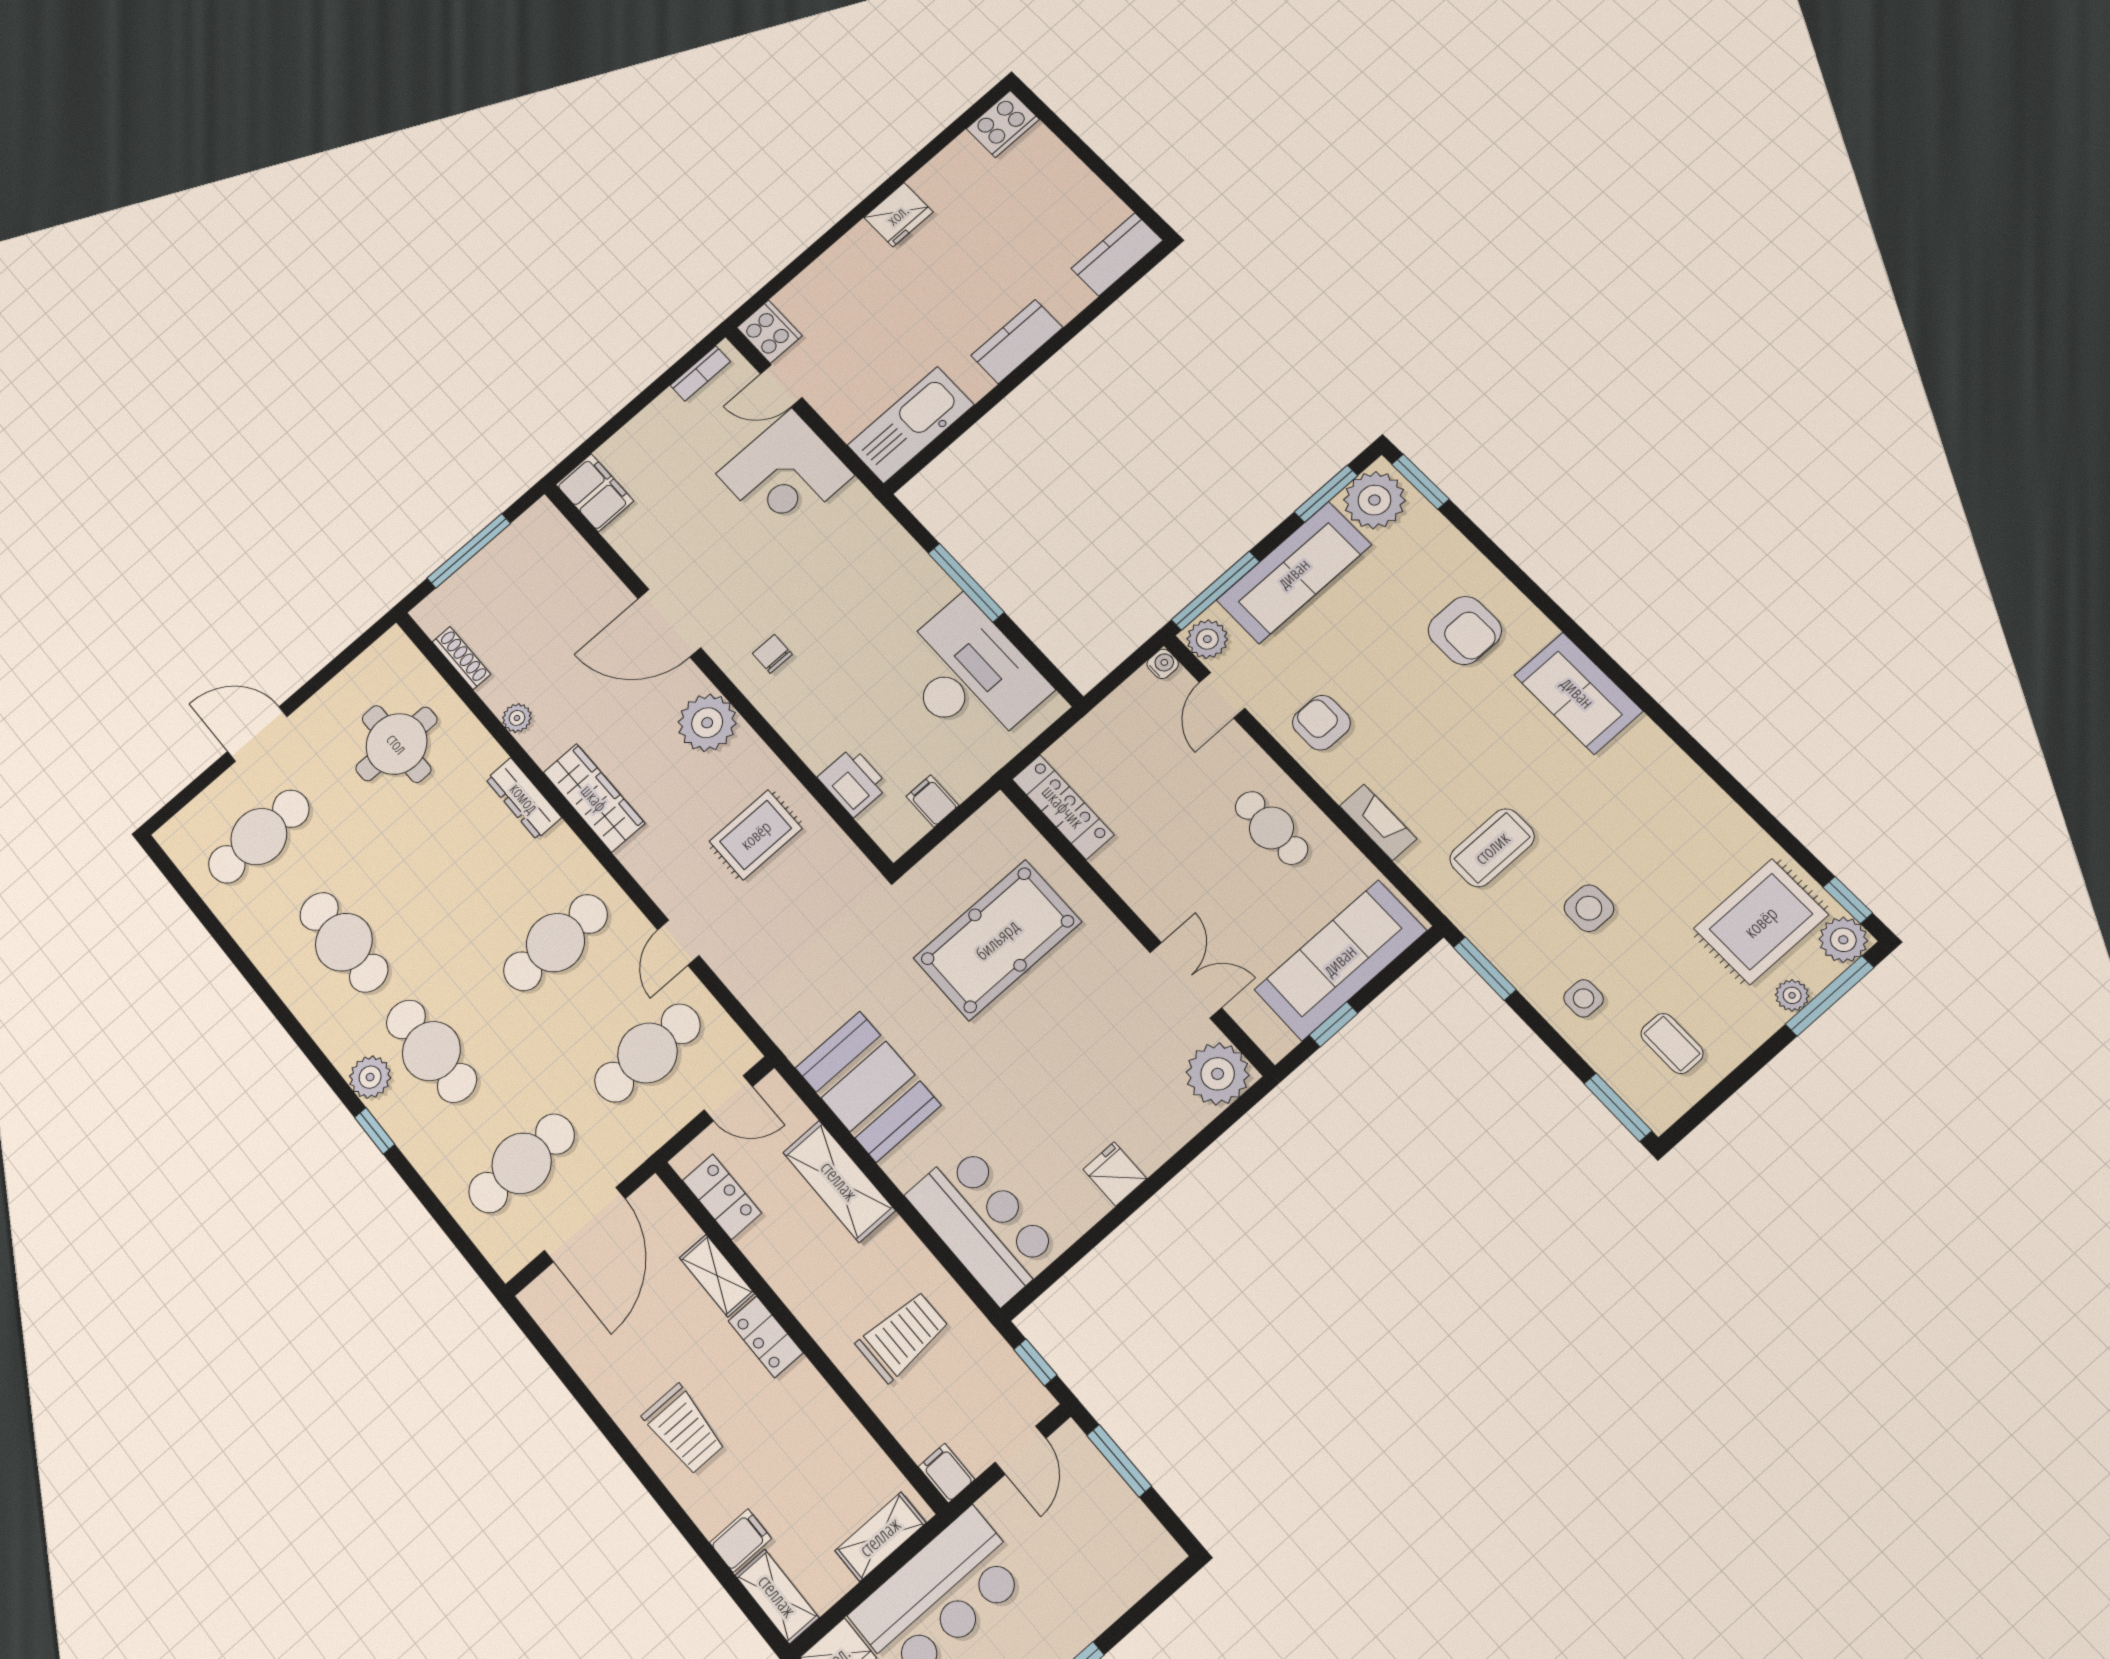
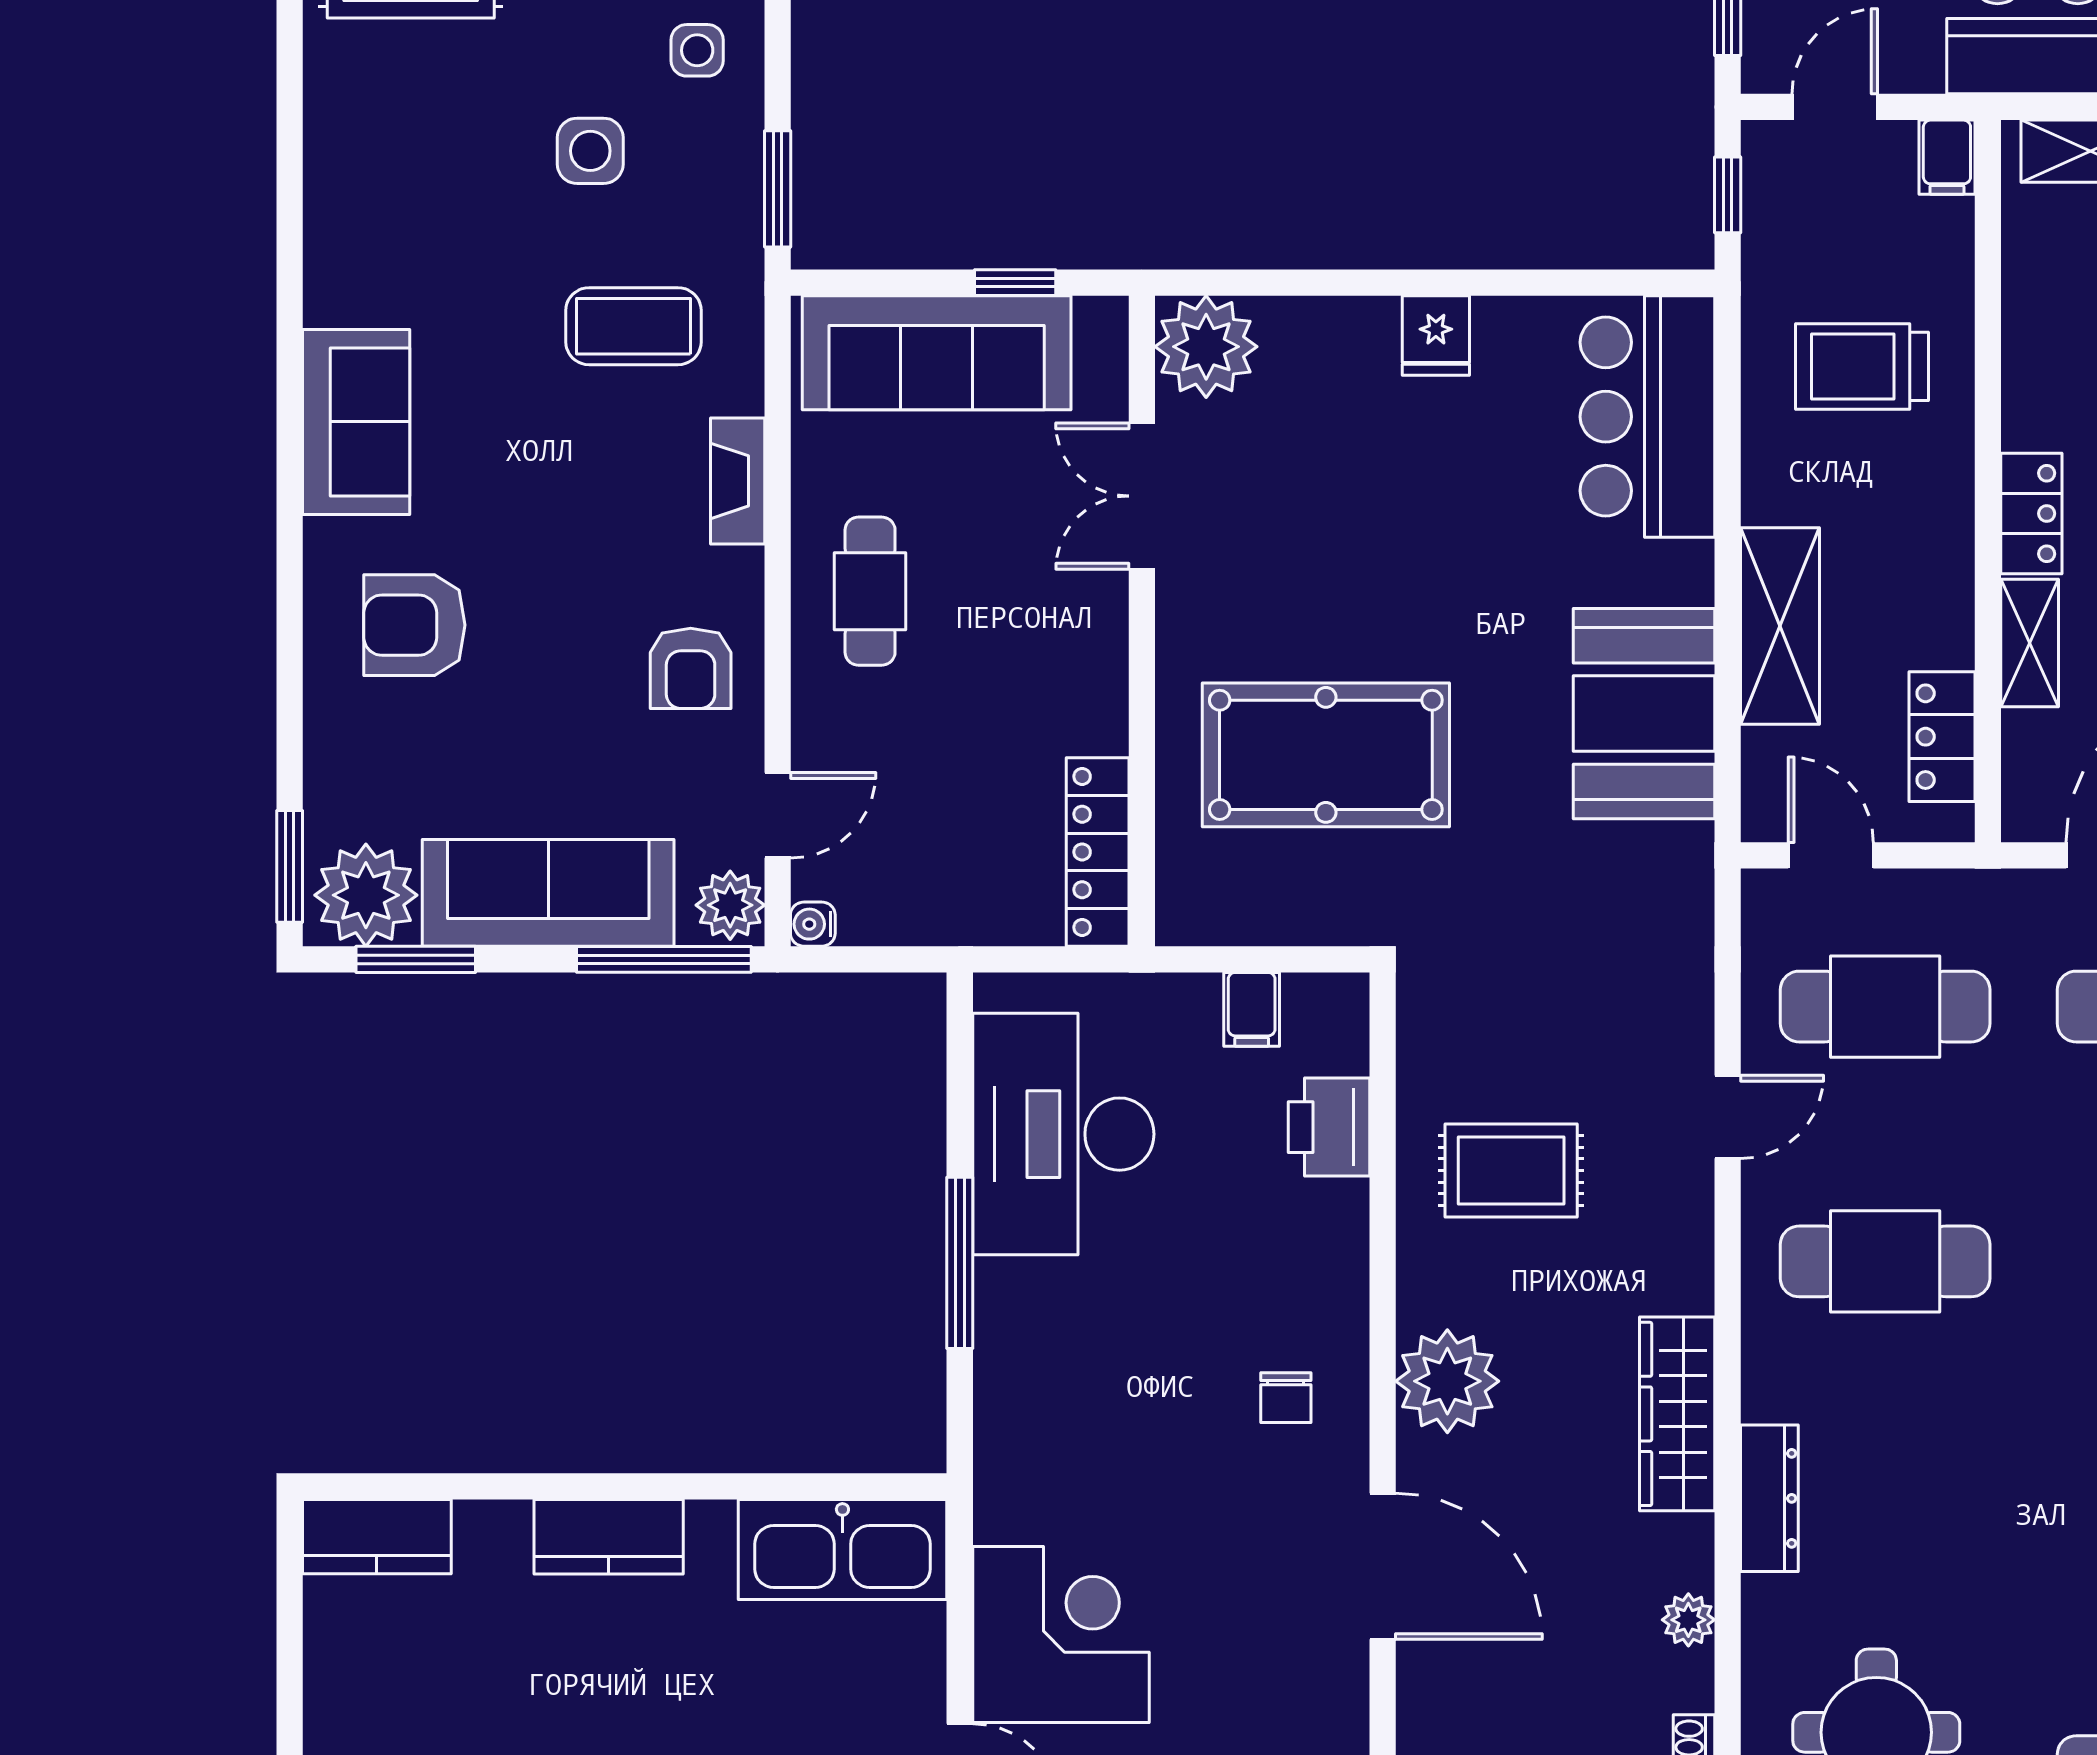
armchair: (1465, 630) -> (414, 625), turned -90

